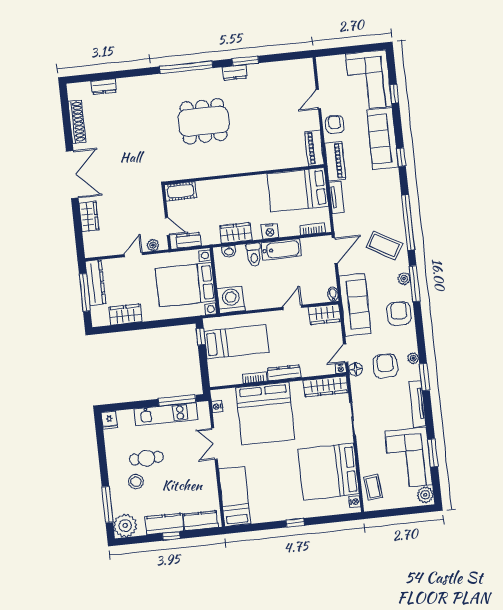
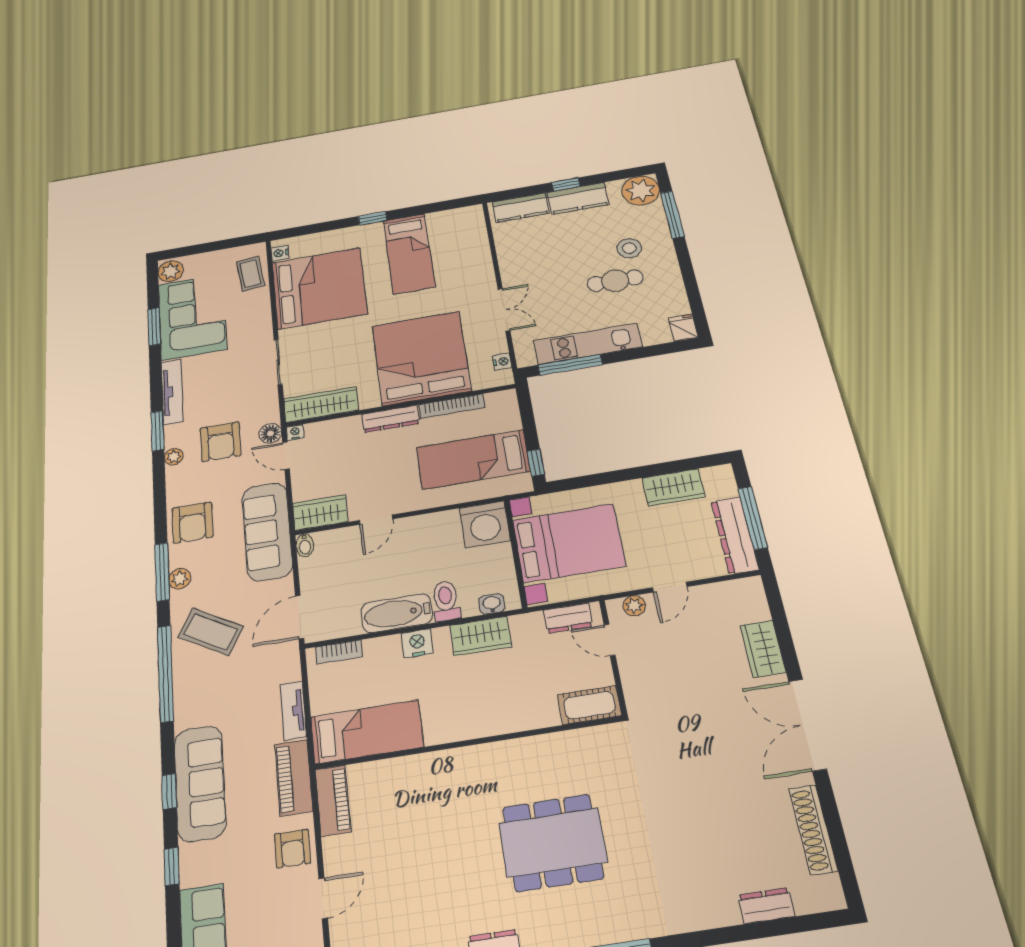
window: (394, 94) -> (172, 867), moved
sofa: (383, 139) -> (200, 783), moved
bed: (298, 190) -> (367, 732), width x0.67
door: (346, 353) -> (286, 456), swing flipped
bookcase: (255, 378) -> (452, 406), width x1.56
bed: (235, 496) -> (409, 254), moved

